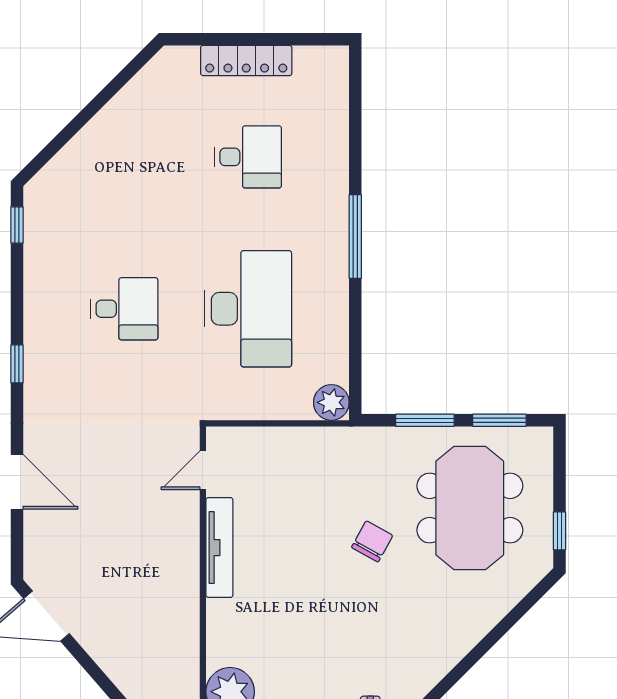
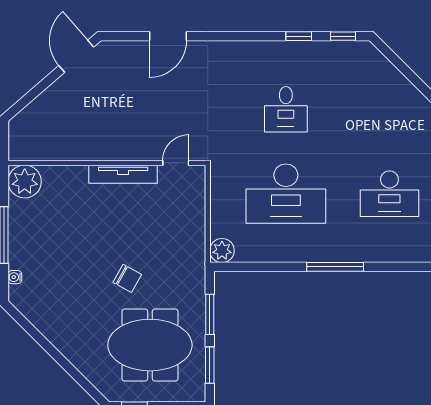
desk: (248, 157) -> (389, 194), width x1.37
window: (17, 364) -> (299, 36), moved
door: (203, 470) -> (176, 163), hinge flipped

